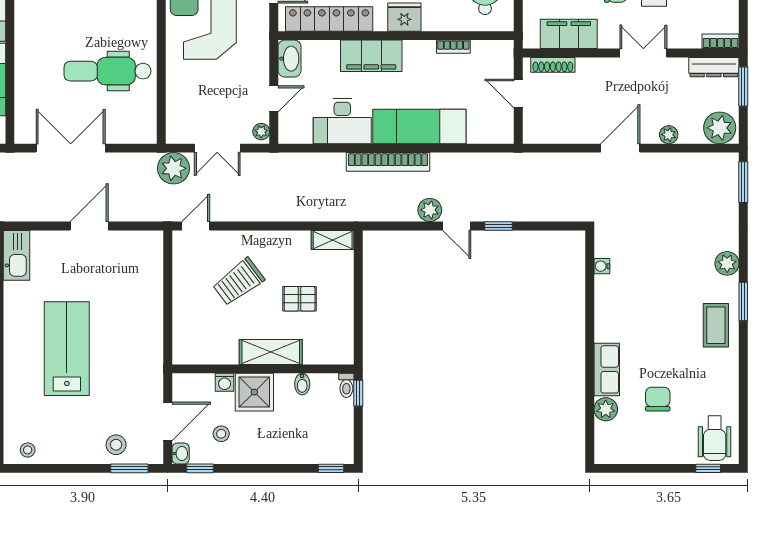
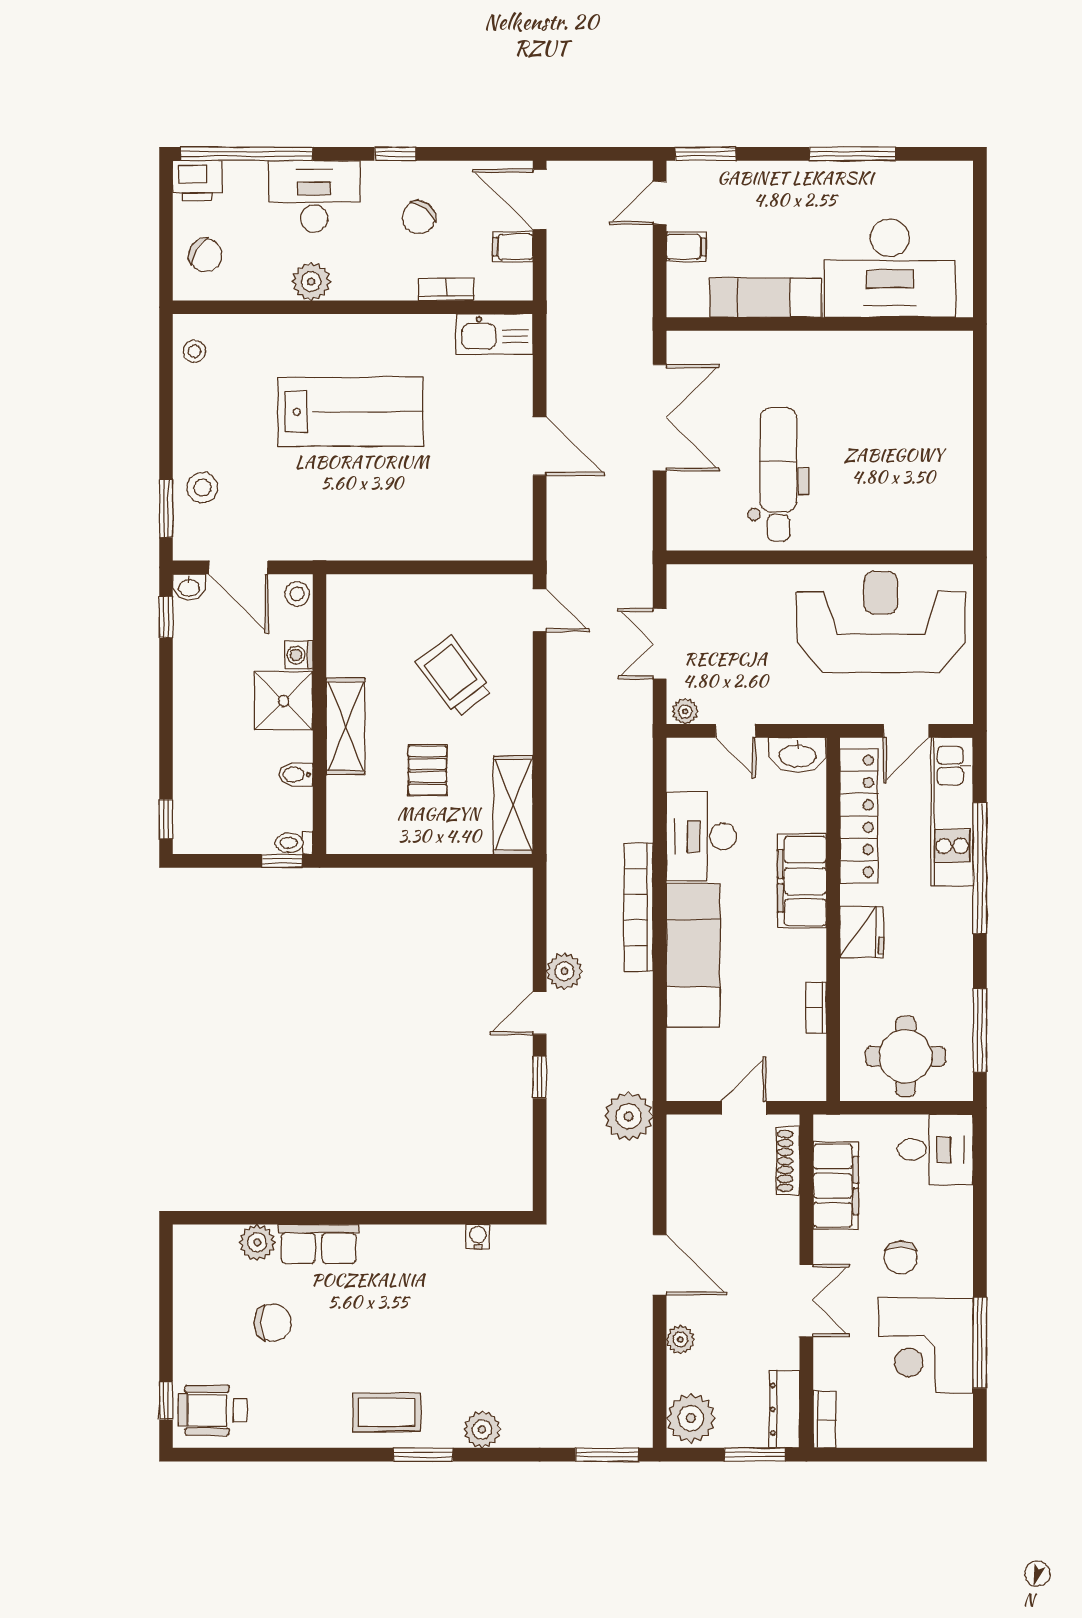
plant: (173, 168) -> (629, 1116), moved
shelving: (333, 240) -> (513, 805), width x1.50, depth x1.33
stool: (221, 434) -> (297, 594), moved

